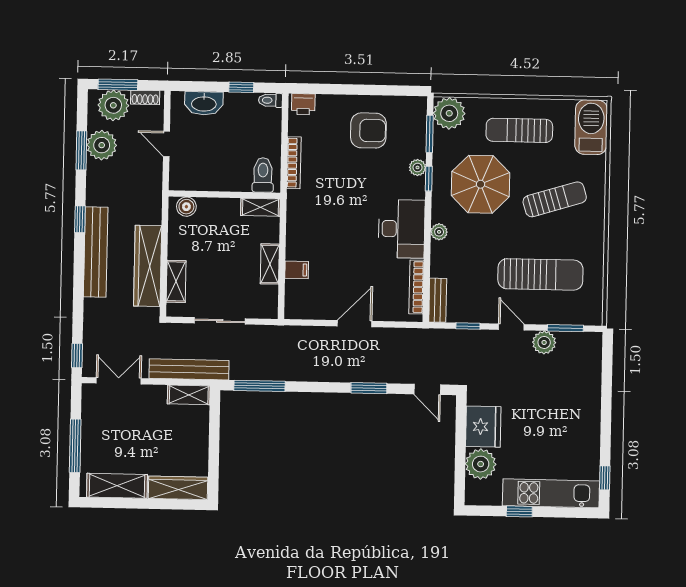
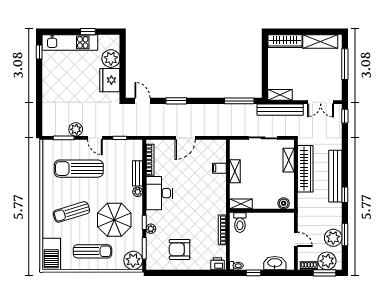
bench: (438, 300) -> (138, 173), moved

